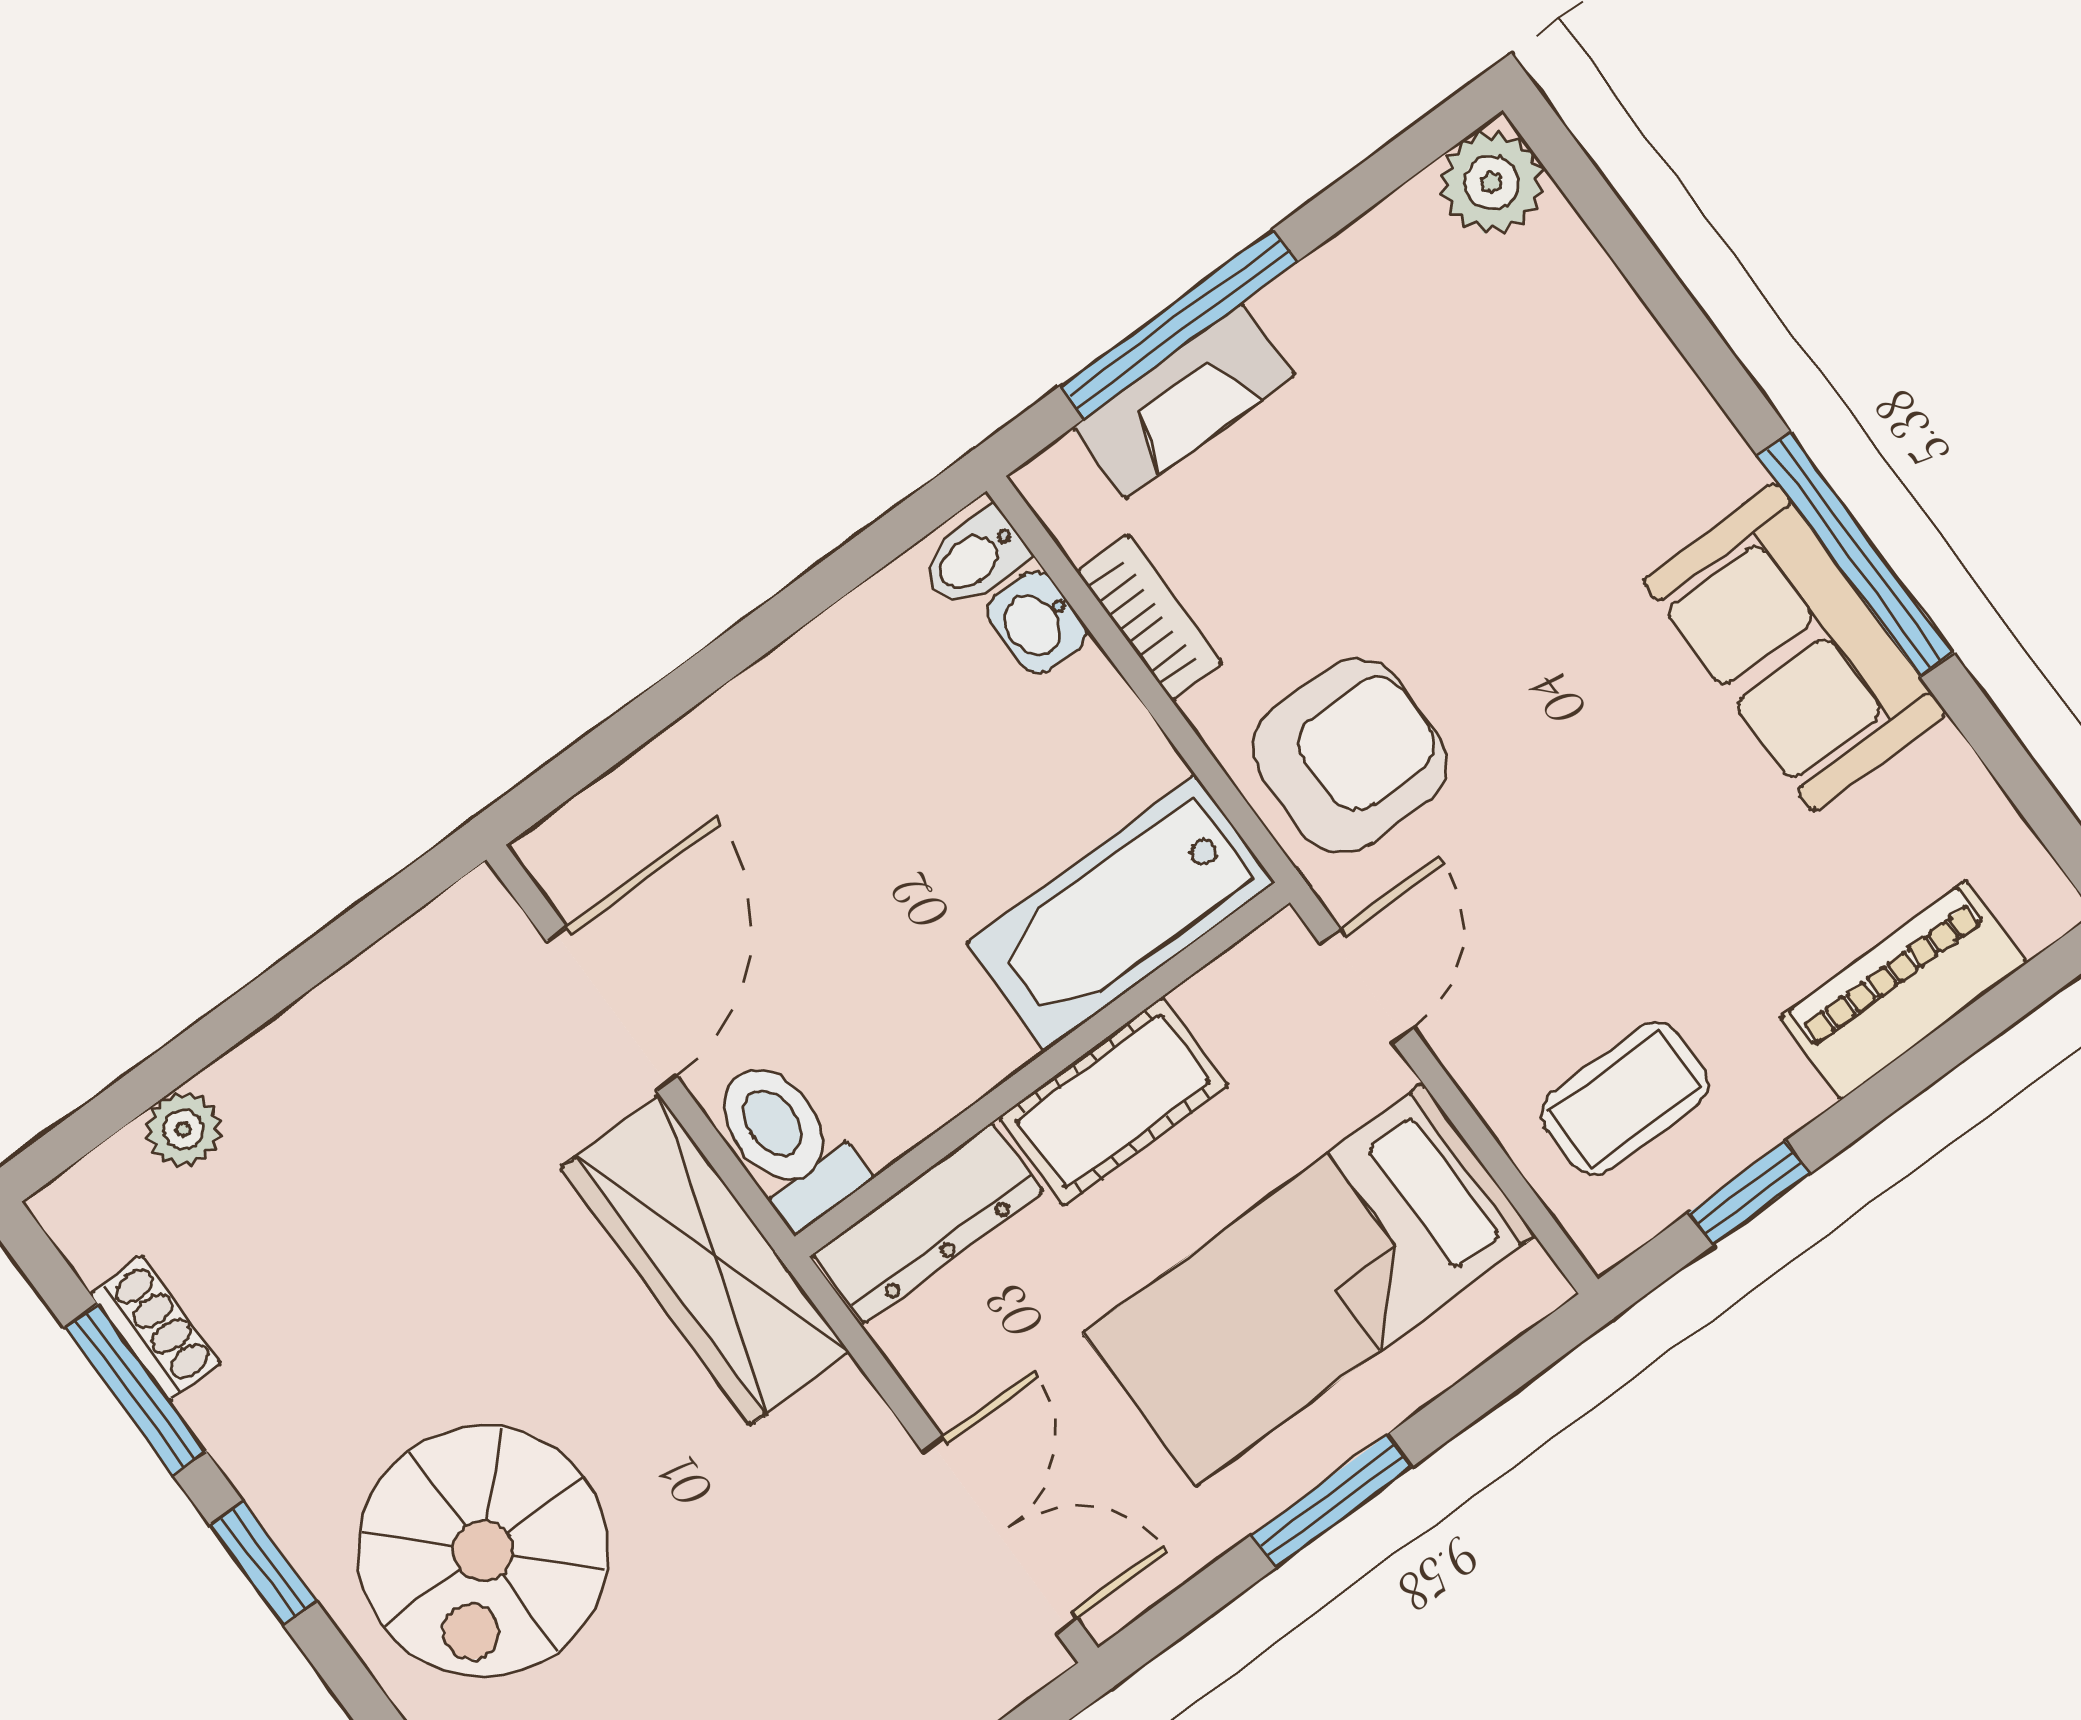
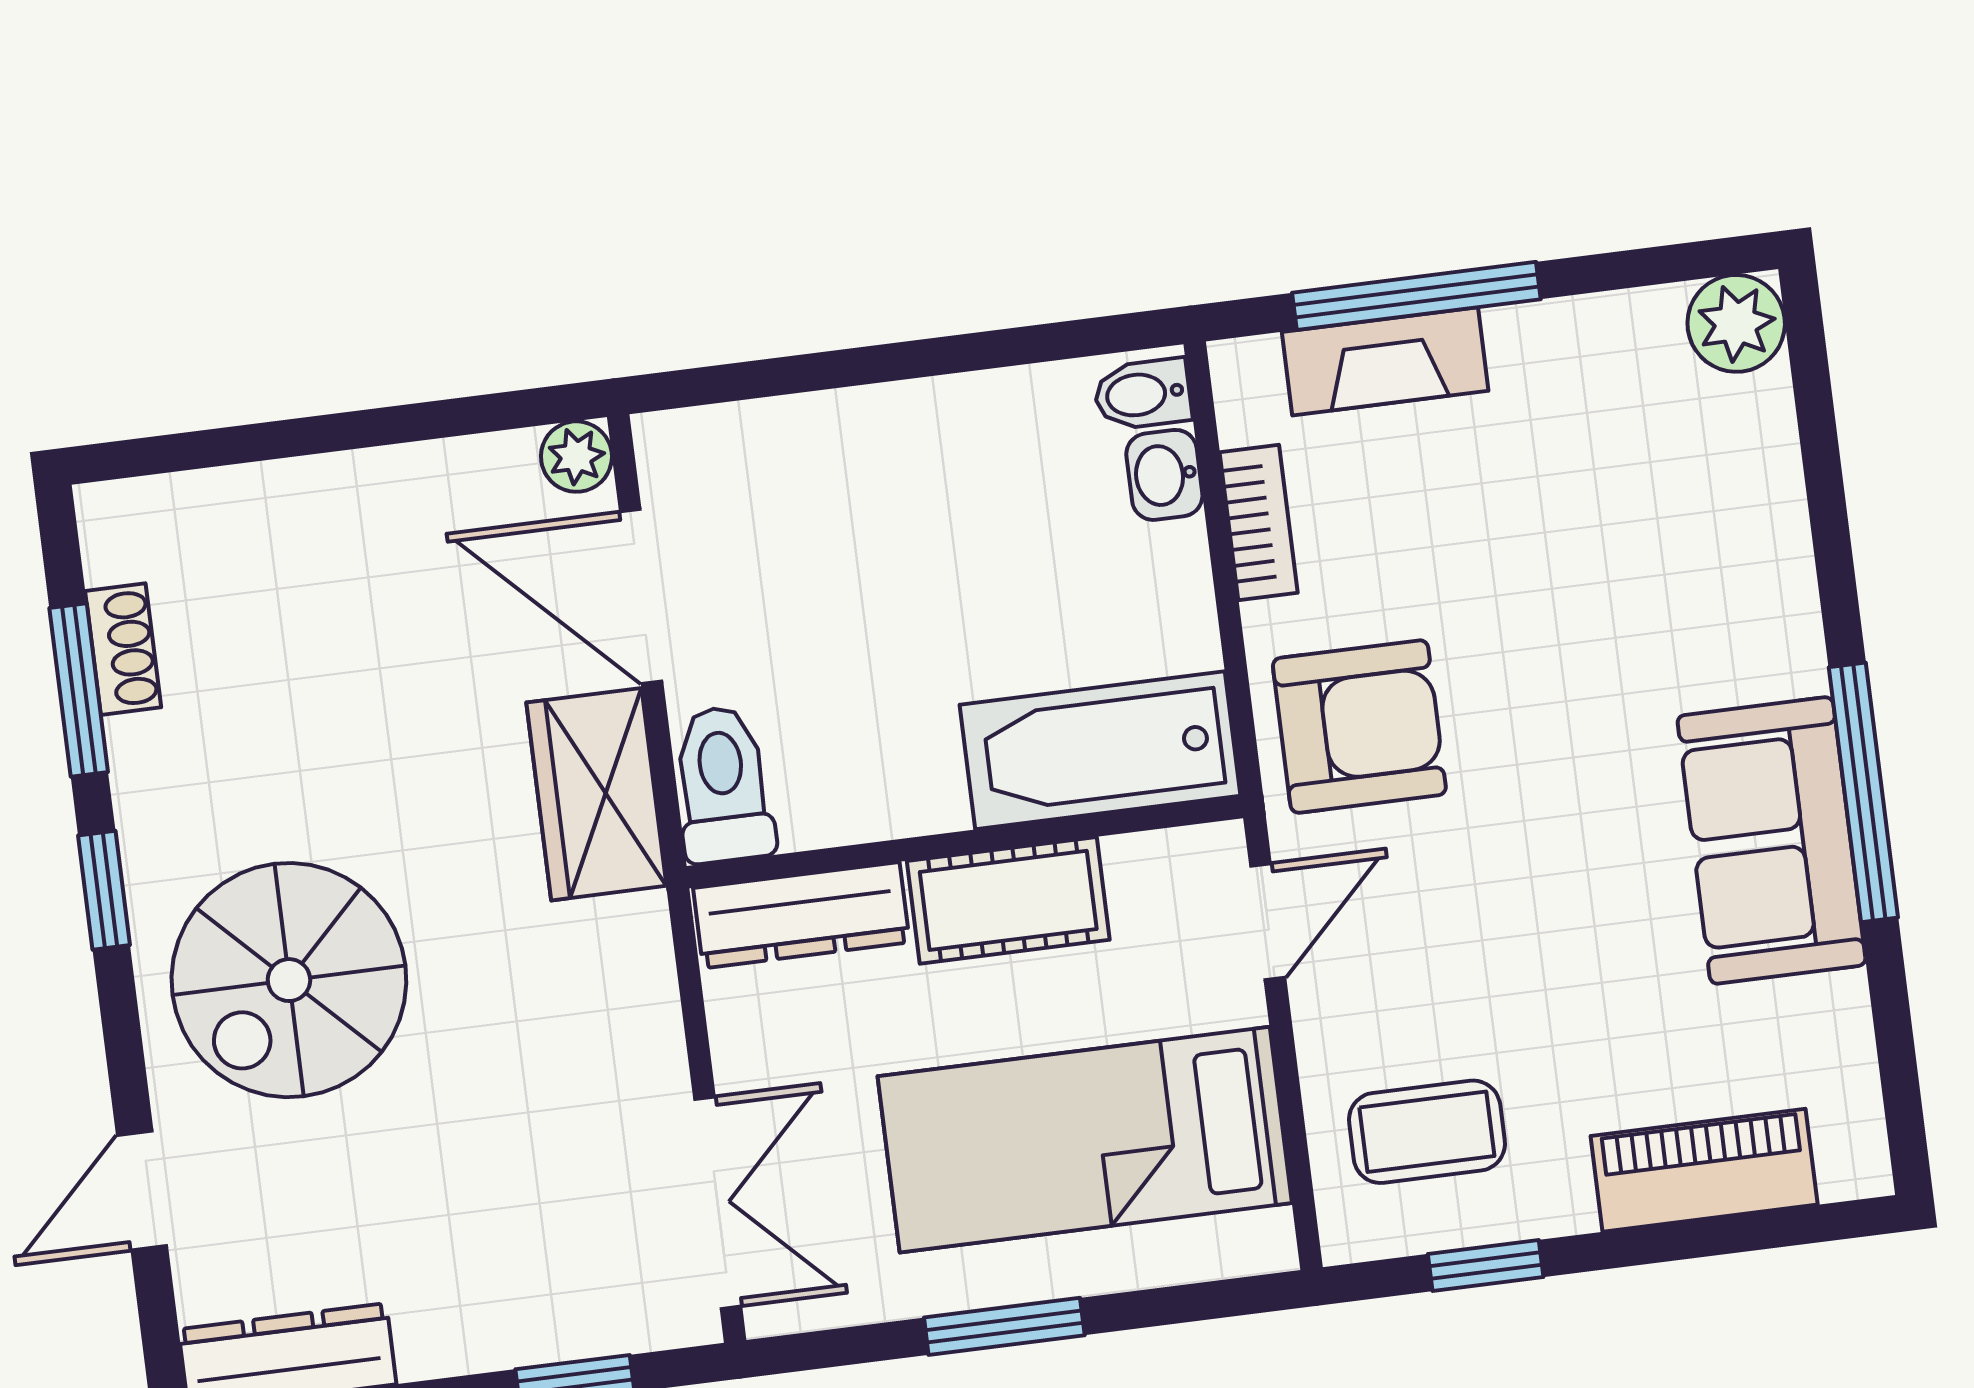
door: (612, 1009) -> (641, 596), swing flipped
plant: (183, 1130) -> (576, 457), moved
wardrobe: (705, 1260) -> (596, 794), width x0.67

